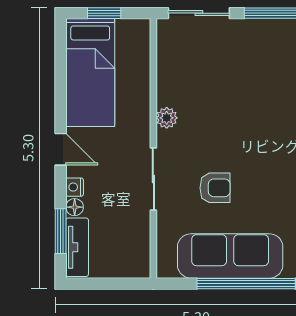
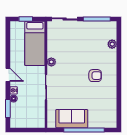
bed: (90, 72) -> (35, 43), moved
armchair: (215, 188) -> (95, 76), moved
tv unit: (77, 247) -> (15, 115), removed
sofa: (230, 256) -> (72, 119), width x0.73

